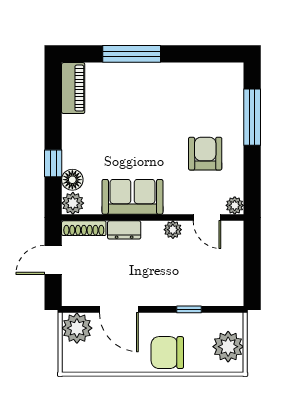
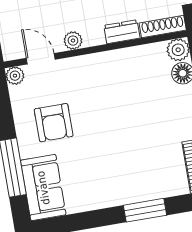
window: (132, 54) -> (145, 210), width x0.69
sofa: (132, 197) -> (43, 188), moved, turned -90

